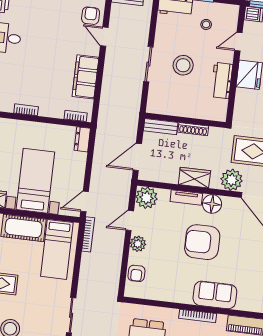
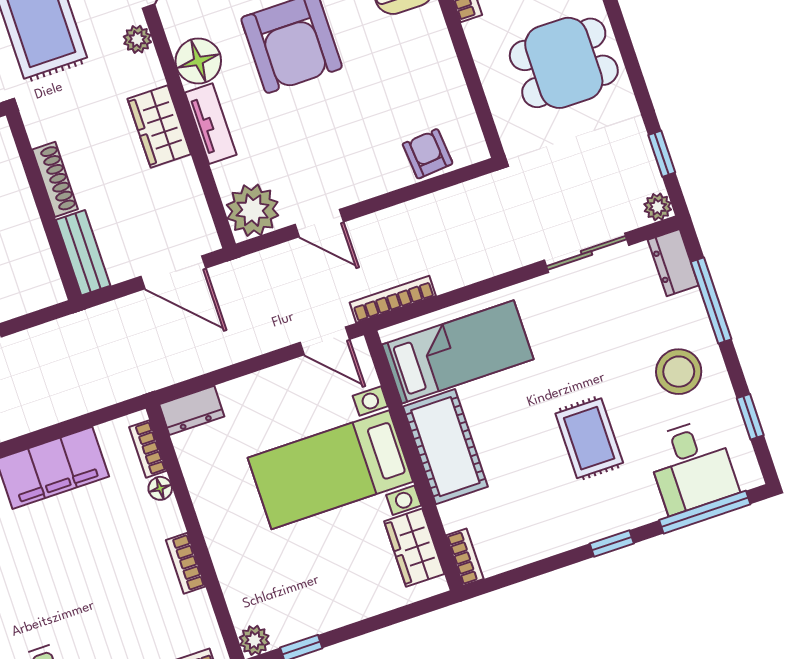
floor lamp: (59, 114) -> (160, 488), added
plant: (232, 180) -> (137, 39), width x0.53, depth x0.53
plant: (138, 244) -> (362, 181), removed
armchair: (136, 273) -> (428, 154), turned -95

